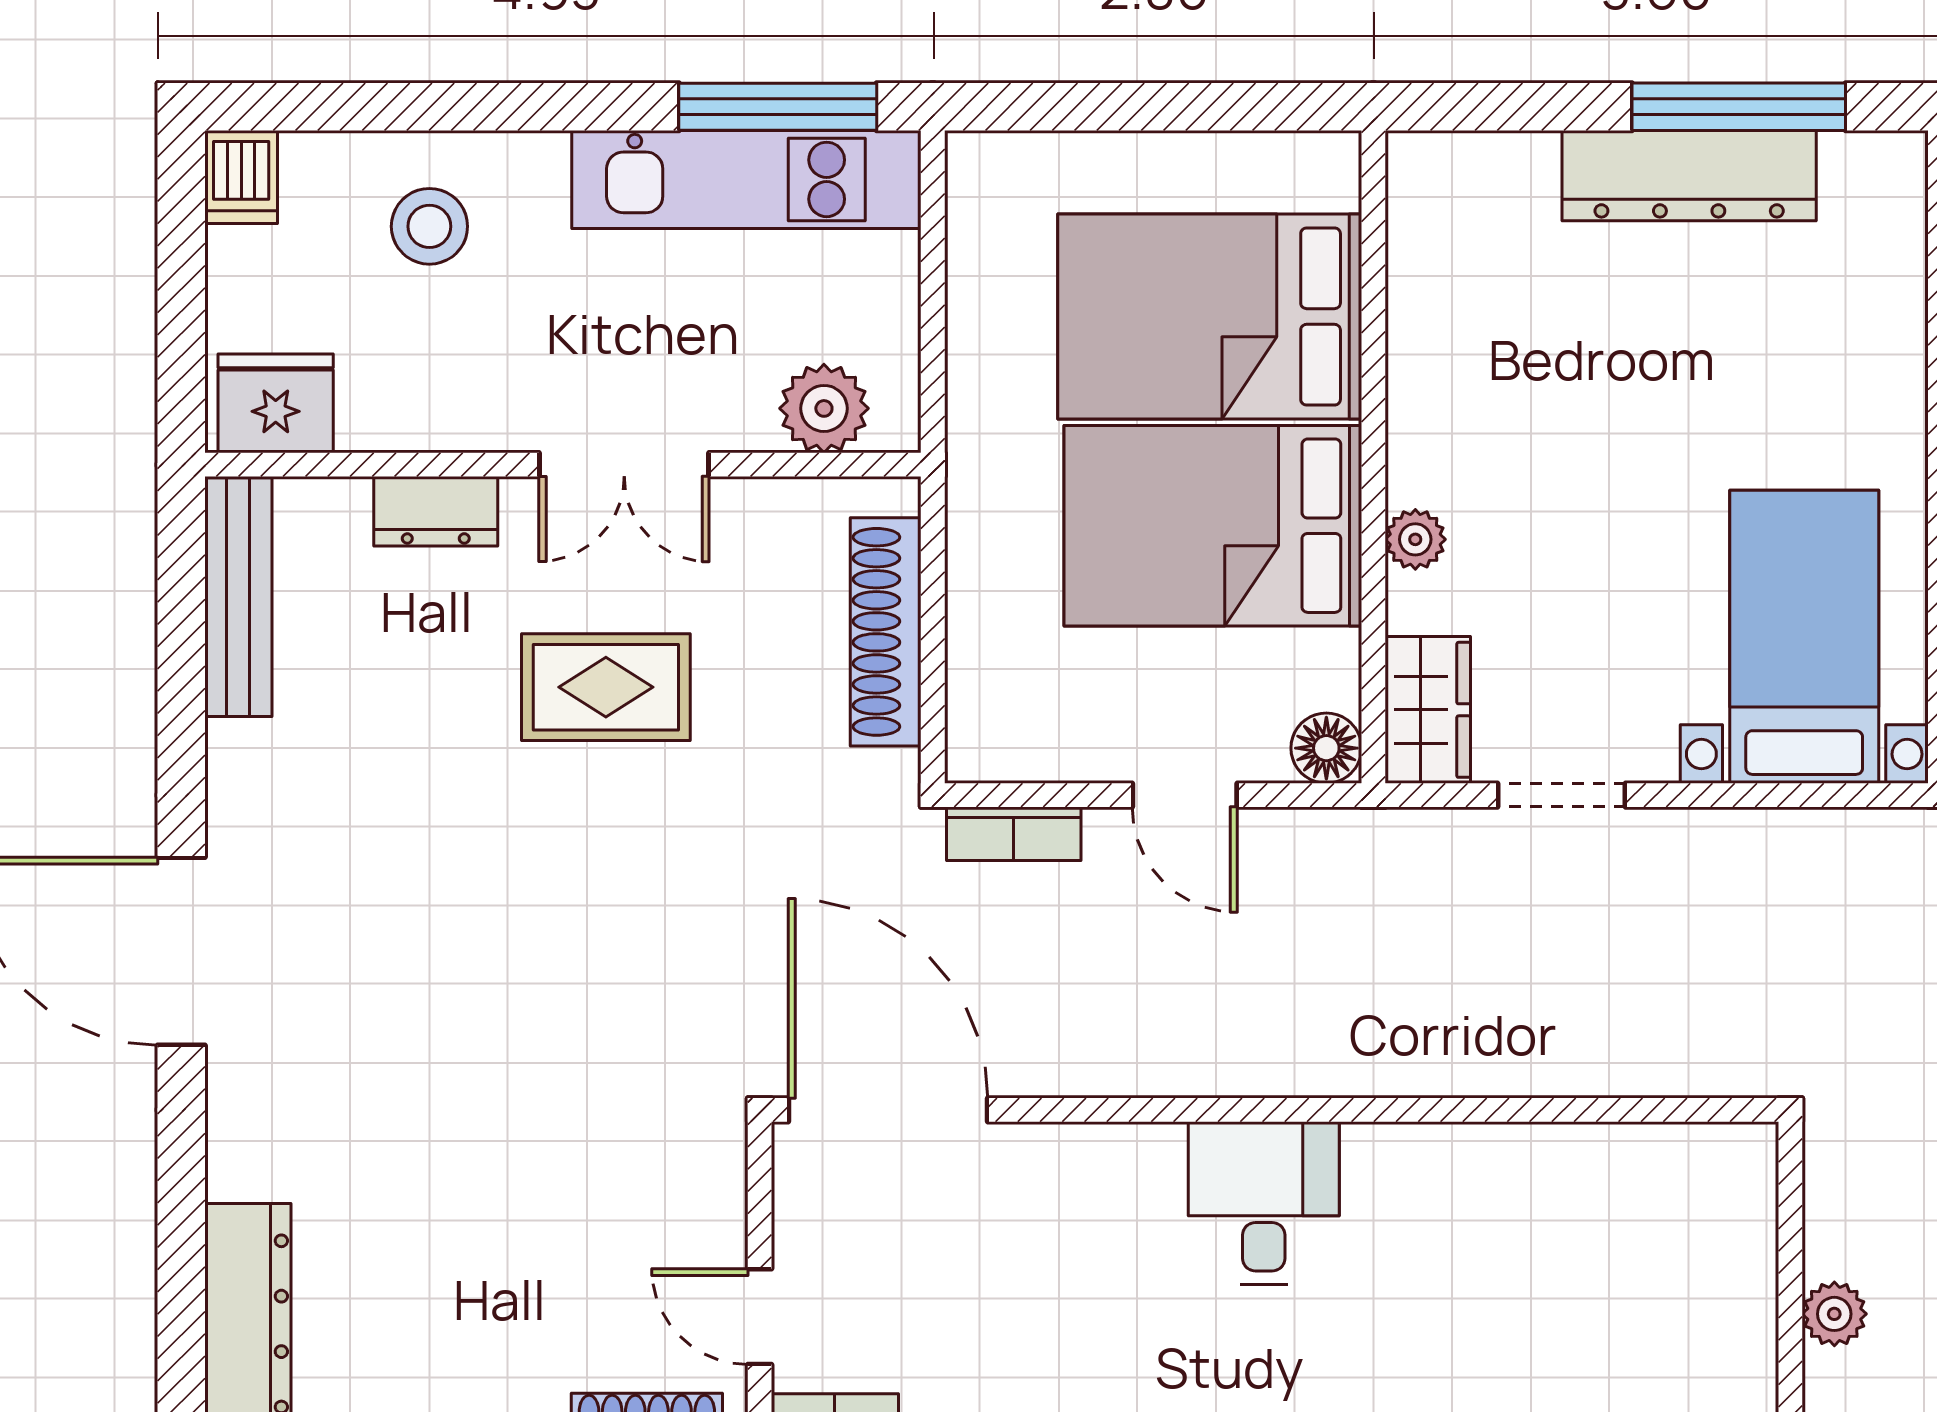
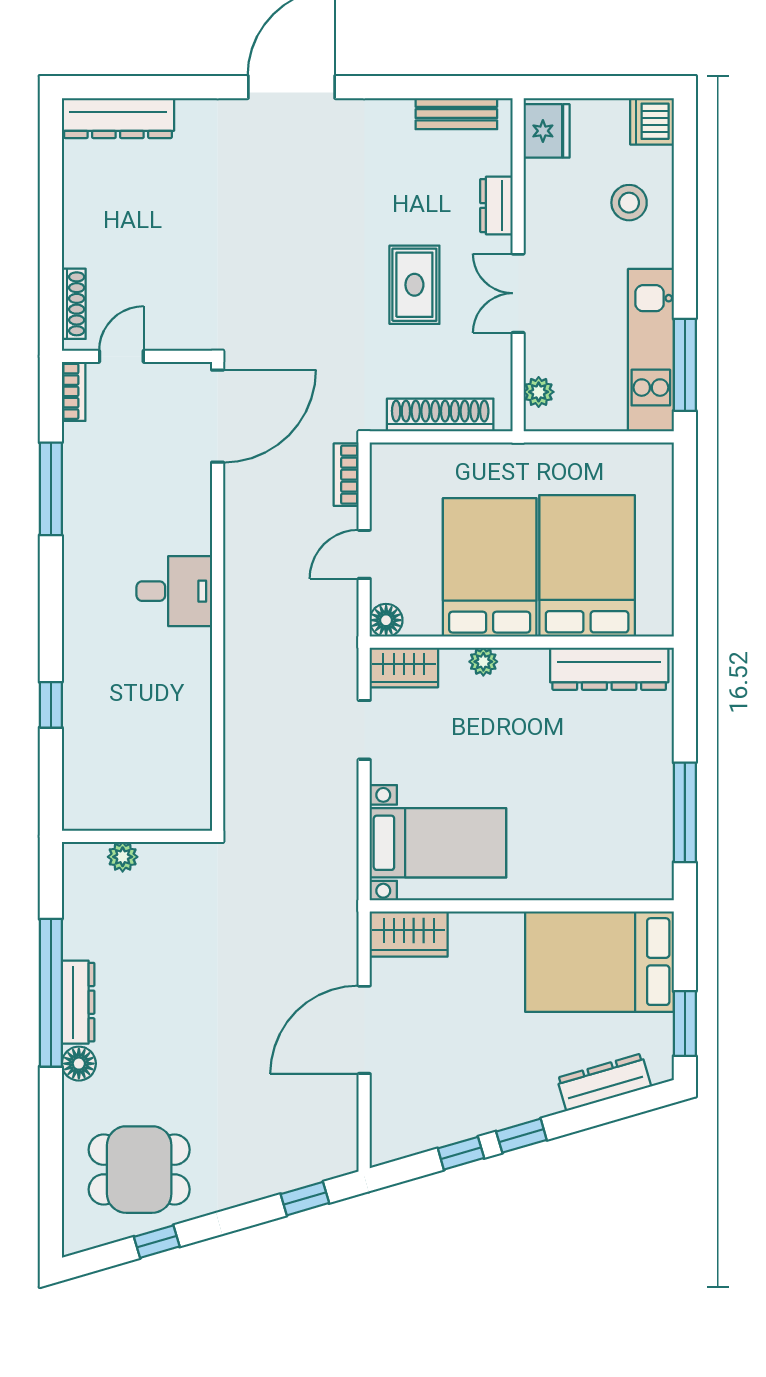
dresser: (1689, 176) -> (609, 669), moved, turned -90
dishwasher: (241, 177) -> (652, 121), width x1.38
plant: (824, 408) -> (539, 392), width x0.73, depth x0.73
bench: (238, 597) -> (456, 114), width x0.73

